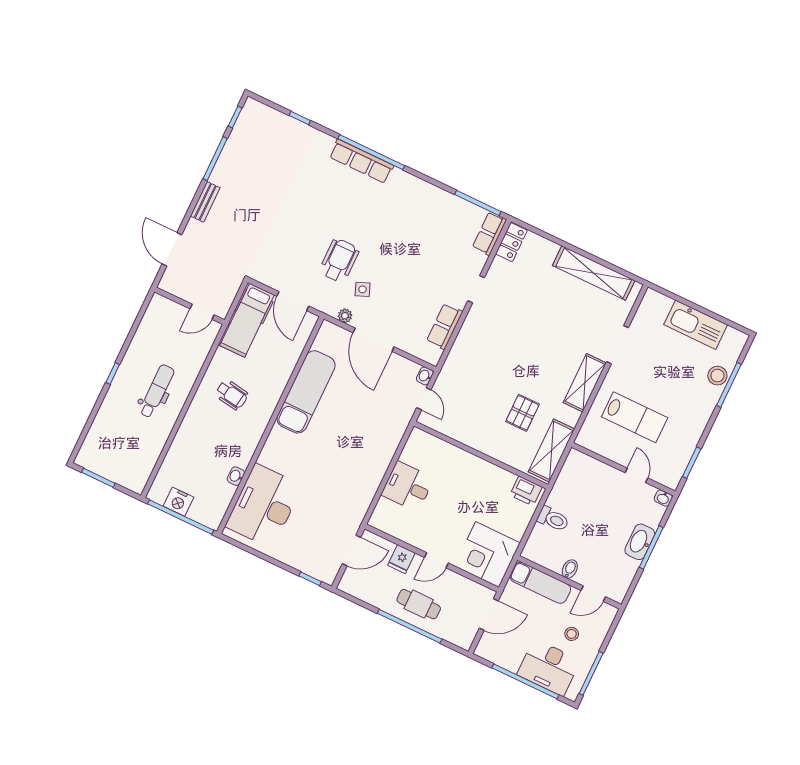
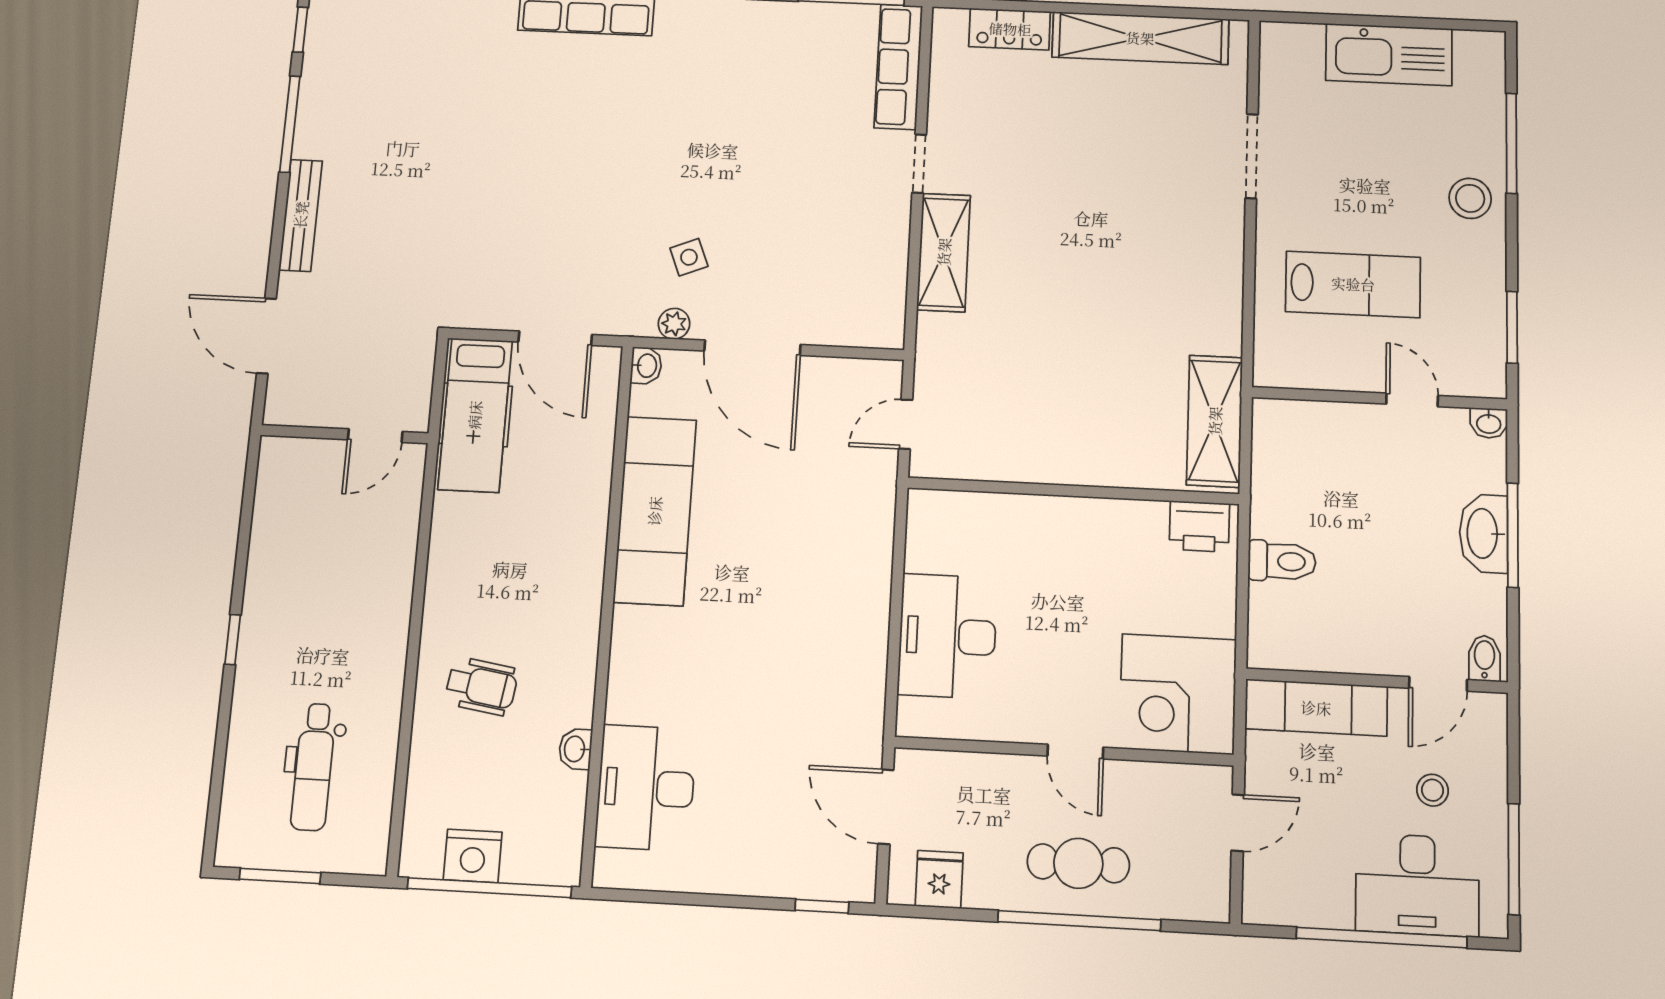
bench: (205, 202) -> (301, 215), width x1.36
row of seats: (489, 234) -> (898, 67), width x1.48
locker: (511, 242) -> (1010, 29), moved, turned 90
wheelchair: (339, 260) -> (618, 220), removed
row of seats: (445, 326) -> (886, 262), removed
washbasin: (425, 376) -> (646, 366), moved, turned 180
stool: (717, 376) -> (1470, 198), moved
shelving: (585, 383) -> (944, 252), moved
dental chair: (157, 391) -> (313, 767), moved, turned 180
wheelchair: (232, 395) -> (482, 686), moved
door: (424, 399) -> (906, 424), swing flipped
pallet: (522, 413) -> (1121, 369), removed
desk: (408, 486) -> (947, 636), width x1.37
desk: (264, 506) -> (646, 788), width x0.73, depth x0.77
door: (351, 551) -> (886, 807), swing flipped
fridge: (401, 559) -> (939, 879), moved, turned 180
door: (436, 560) -> (1075, 752), hinge flipped
bidet: (570, 569) -> (1484, 658), moved
door: (489, 615) -> (1238, 823), width x0.73

